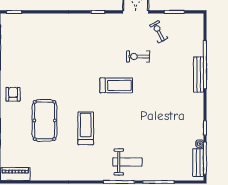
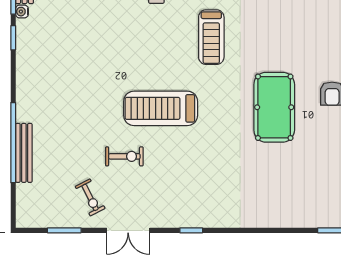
bench: (199, 74) -> (24, 153), moved
treadmill: (116, 85) -> (161, 108), width x1.37, depth x1.38
pool table: (45, 120) -> (274, 107), moved

